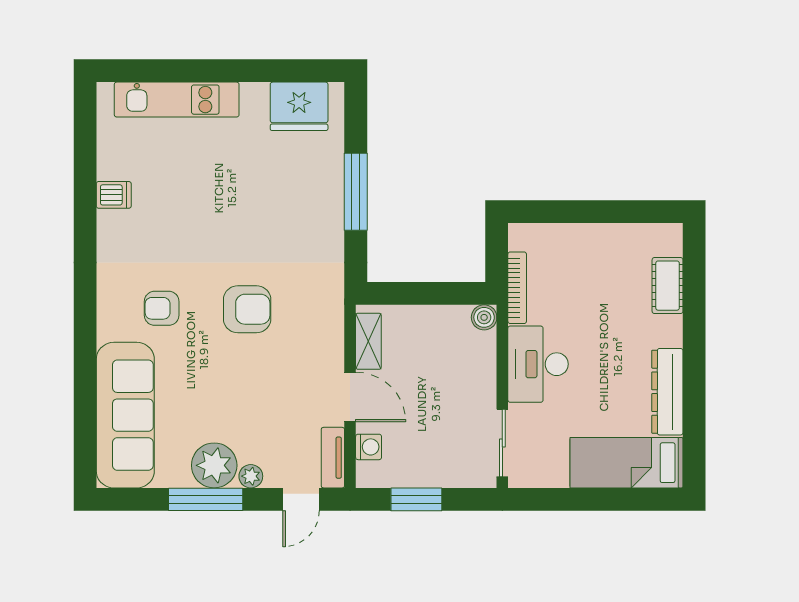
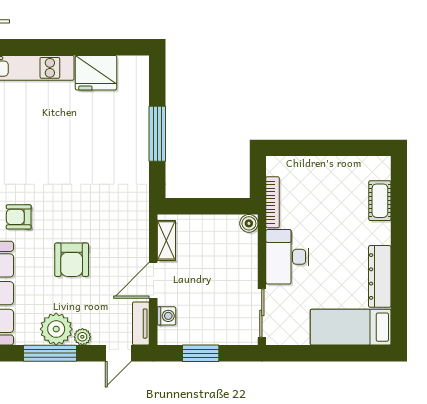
fridge: (299, 106) -> (96, 73), moved
armchair: (247, 309) -> (72, 260), moved, turned 90
door: (350, 397) -> (153, 280), swing flipped

